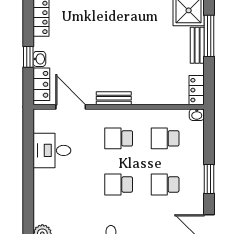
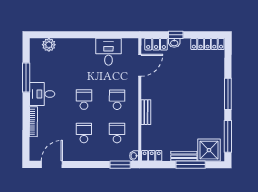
bench: (114, 98) -> (146, 112), moved
window: (209, 179) -> (120, 165), moved

